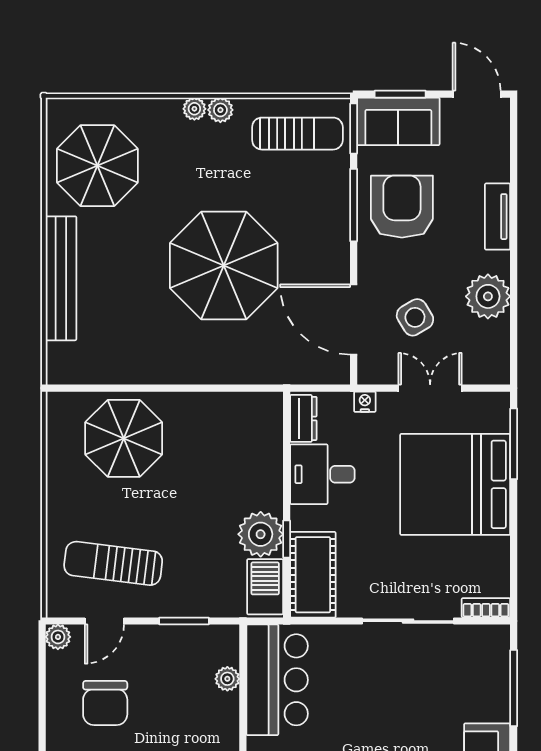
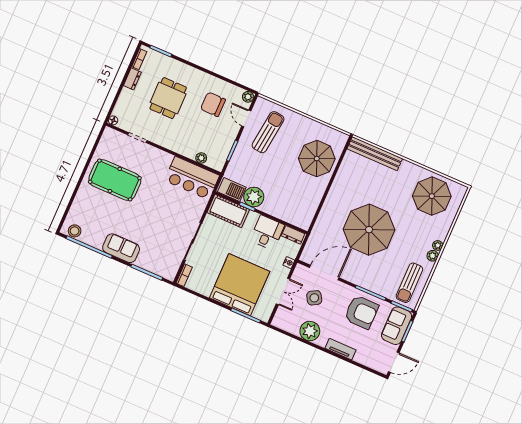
bench: (61, 278) -> (375, 154), moved

